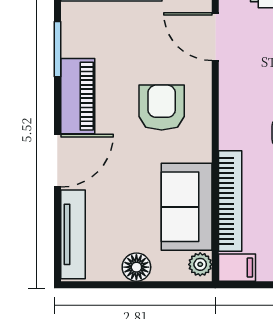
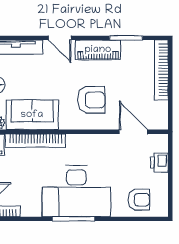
door: (215, 37) -> (133, 132), hinge flipped
door: (57, 161) -> (60, 38), width x0.73

